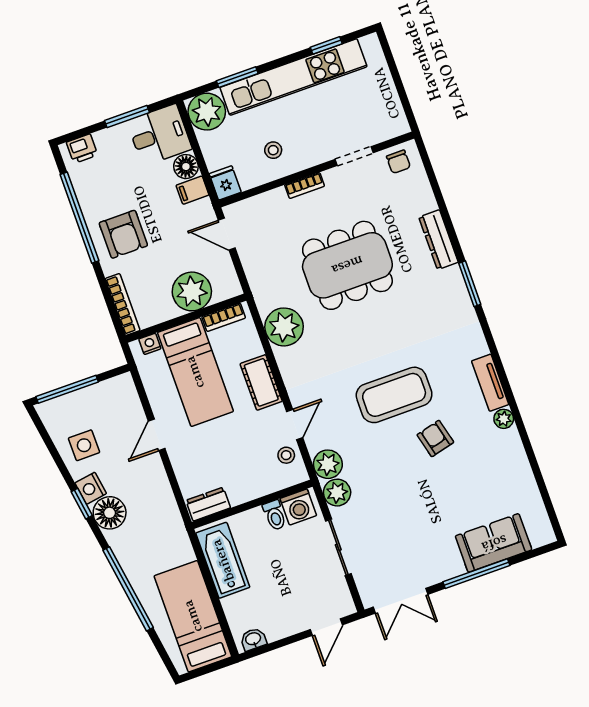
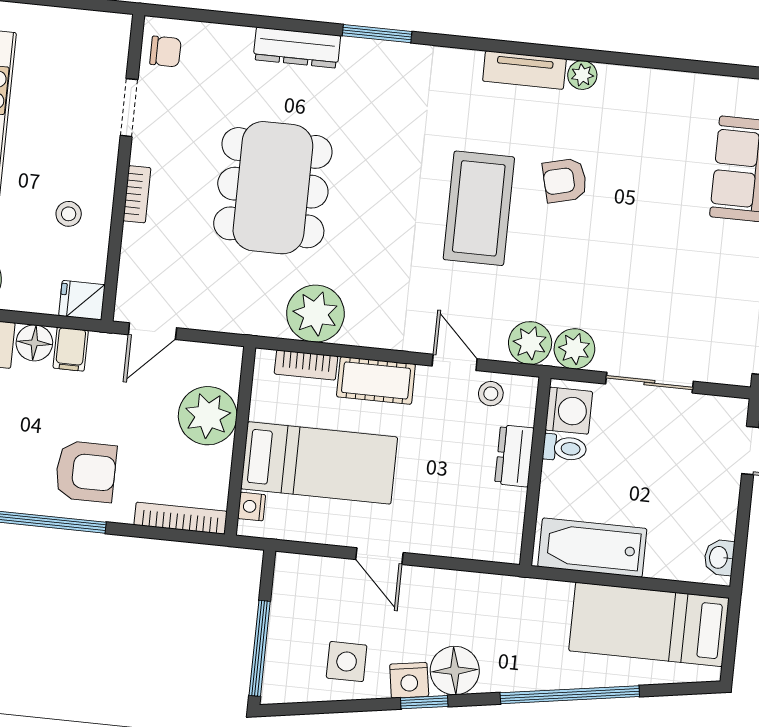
bookcase: (224, 317) -> (306, 365), moved, turned 90
dresser: (208, 504) -> (514, 456), moved

